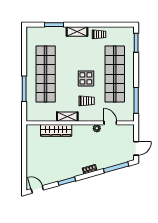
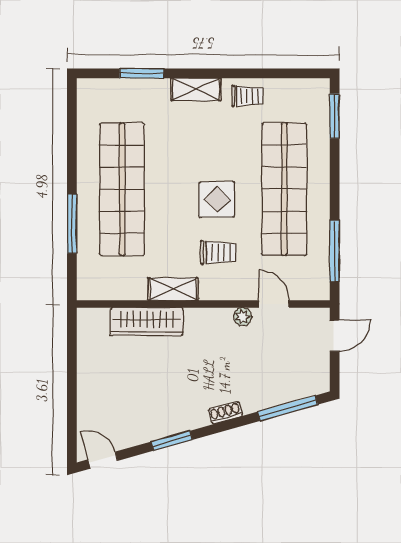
door: (136, 148) -> (335, 336), moved

